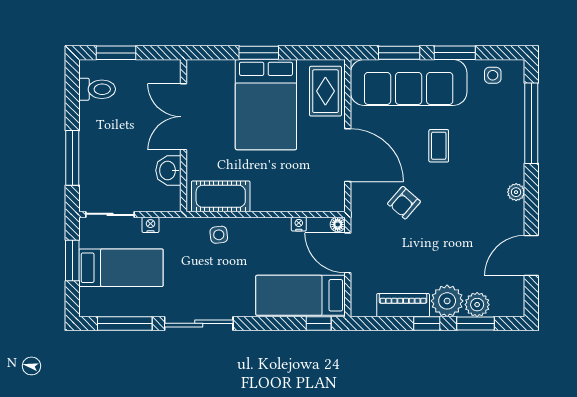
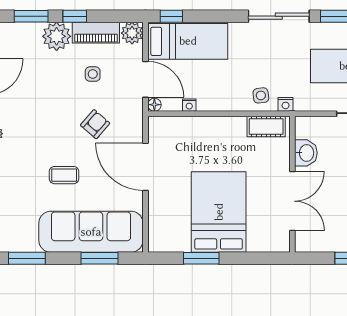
window: (259, 53) -> (201, 258), moved
window: (455, 53) -> (27, 258), moved
side table: (493, 75) -> (93, 74), moved
rug: (325, 91) -> (165, 224), removed
coffee table: (439, 146) -> (64, 175), turned 90
cot: (221, 196) -> (266, 126), width x0.73, depth x0.75
nightstand: (150, 225) -> (286, 104), moved
plant: (477, 305) -> (132, 33), moved

